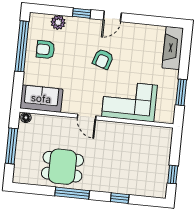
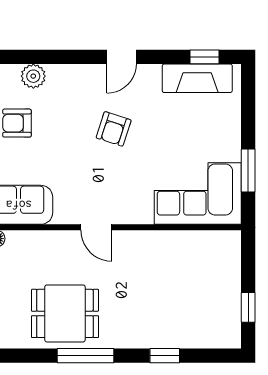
window: (82, 13) -> (205, 57), moved
fireplace: (173, 48) -> (197, 78), moved, turned -90
corner sofa: (130, 101) -> (198, 194), moved

